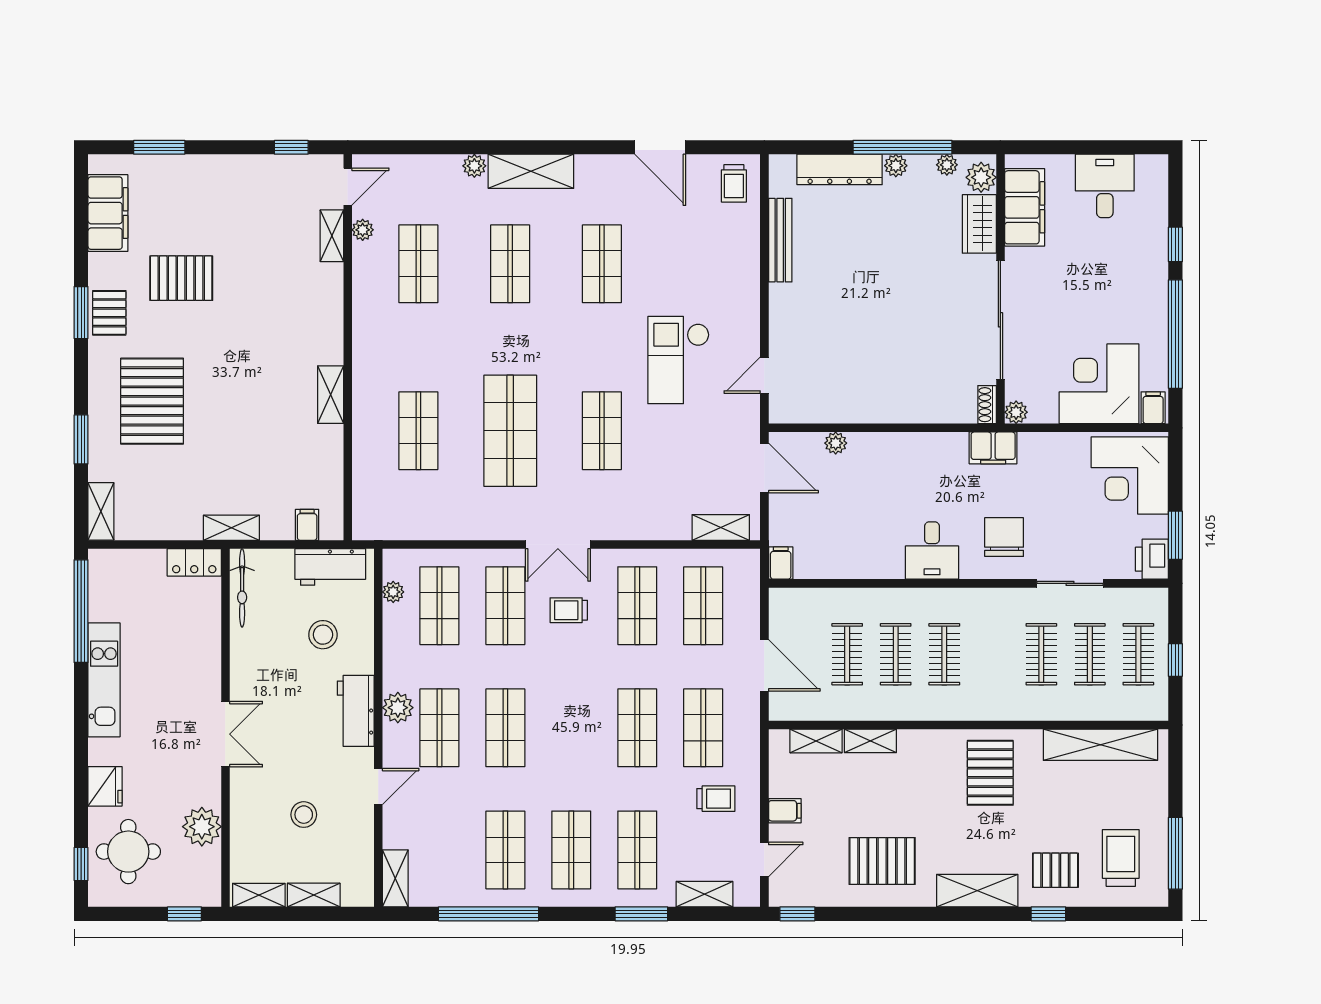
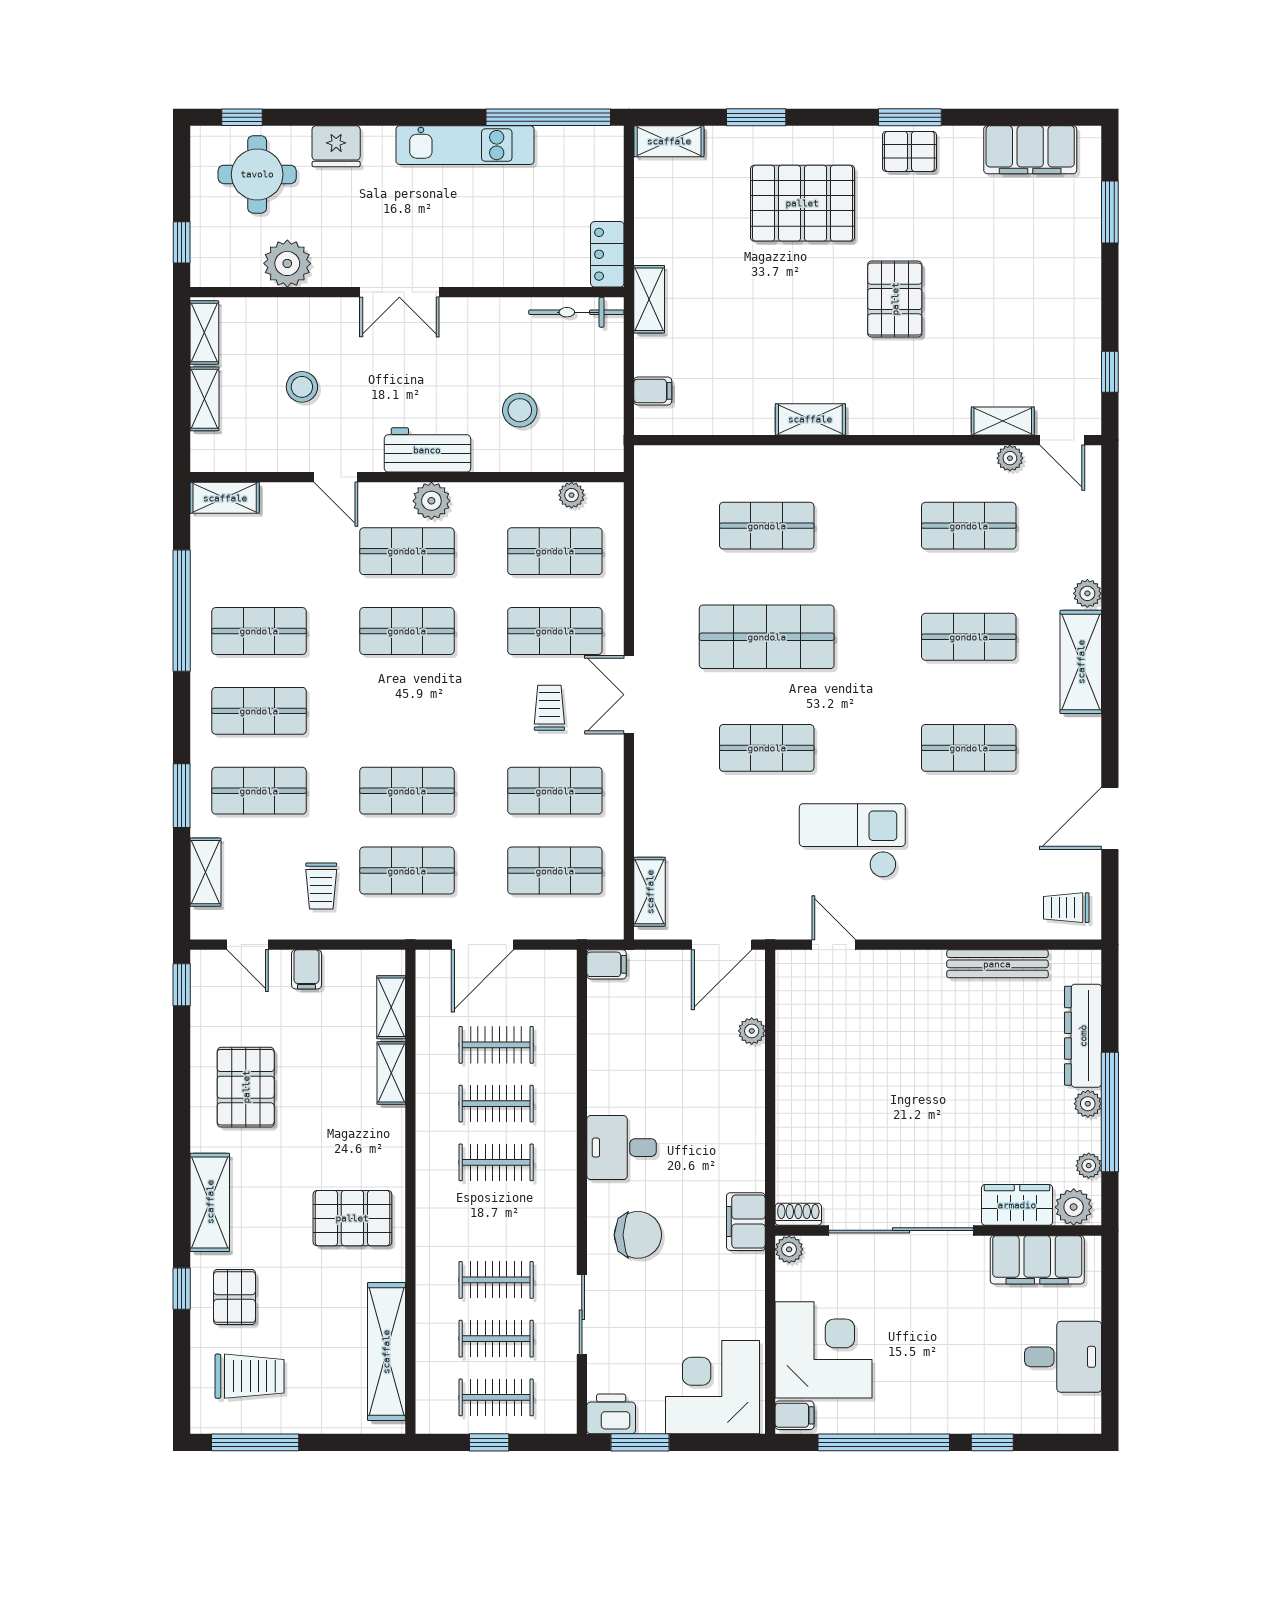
pallet: (181, 278) -> (895, 299), moved
workbench: (330, 567) -> (602, 419), removed

